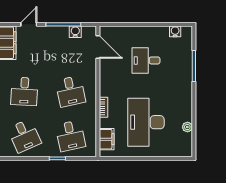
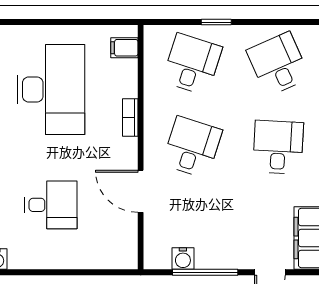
door: (98, 47) -> (141, 191), moved
desk: (70, 91) -> (192, 147), turned 30
desk: (70, 136) -> (192, 64), turned 30
filing cabinet: (107, 139) -> (124, 48), width x0.50

